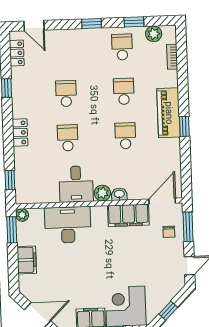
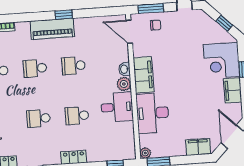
filing cabinet: (128, 215) -> (144, 75), moved
filing cabinet: (27, 260) -> (198, 147), moved

